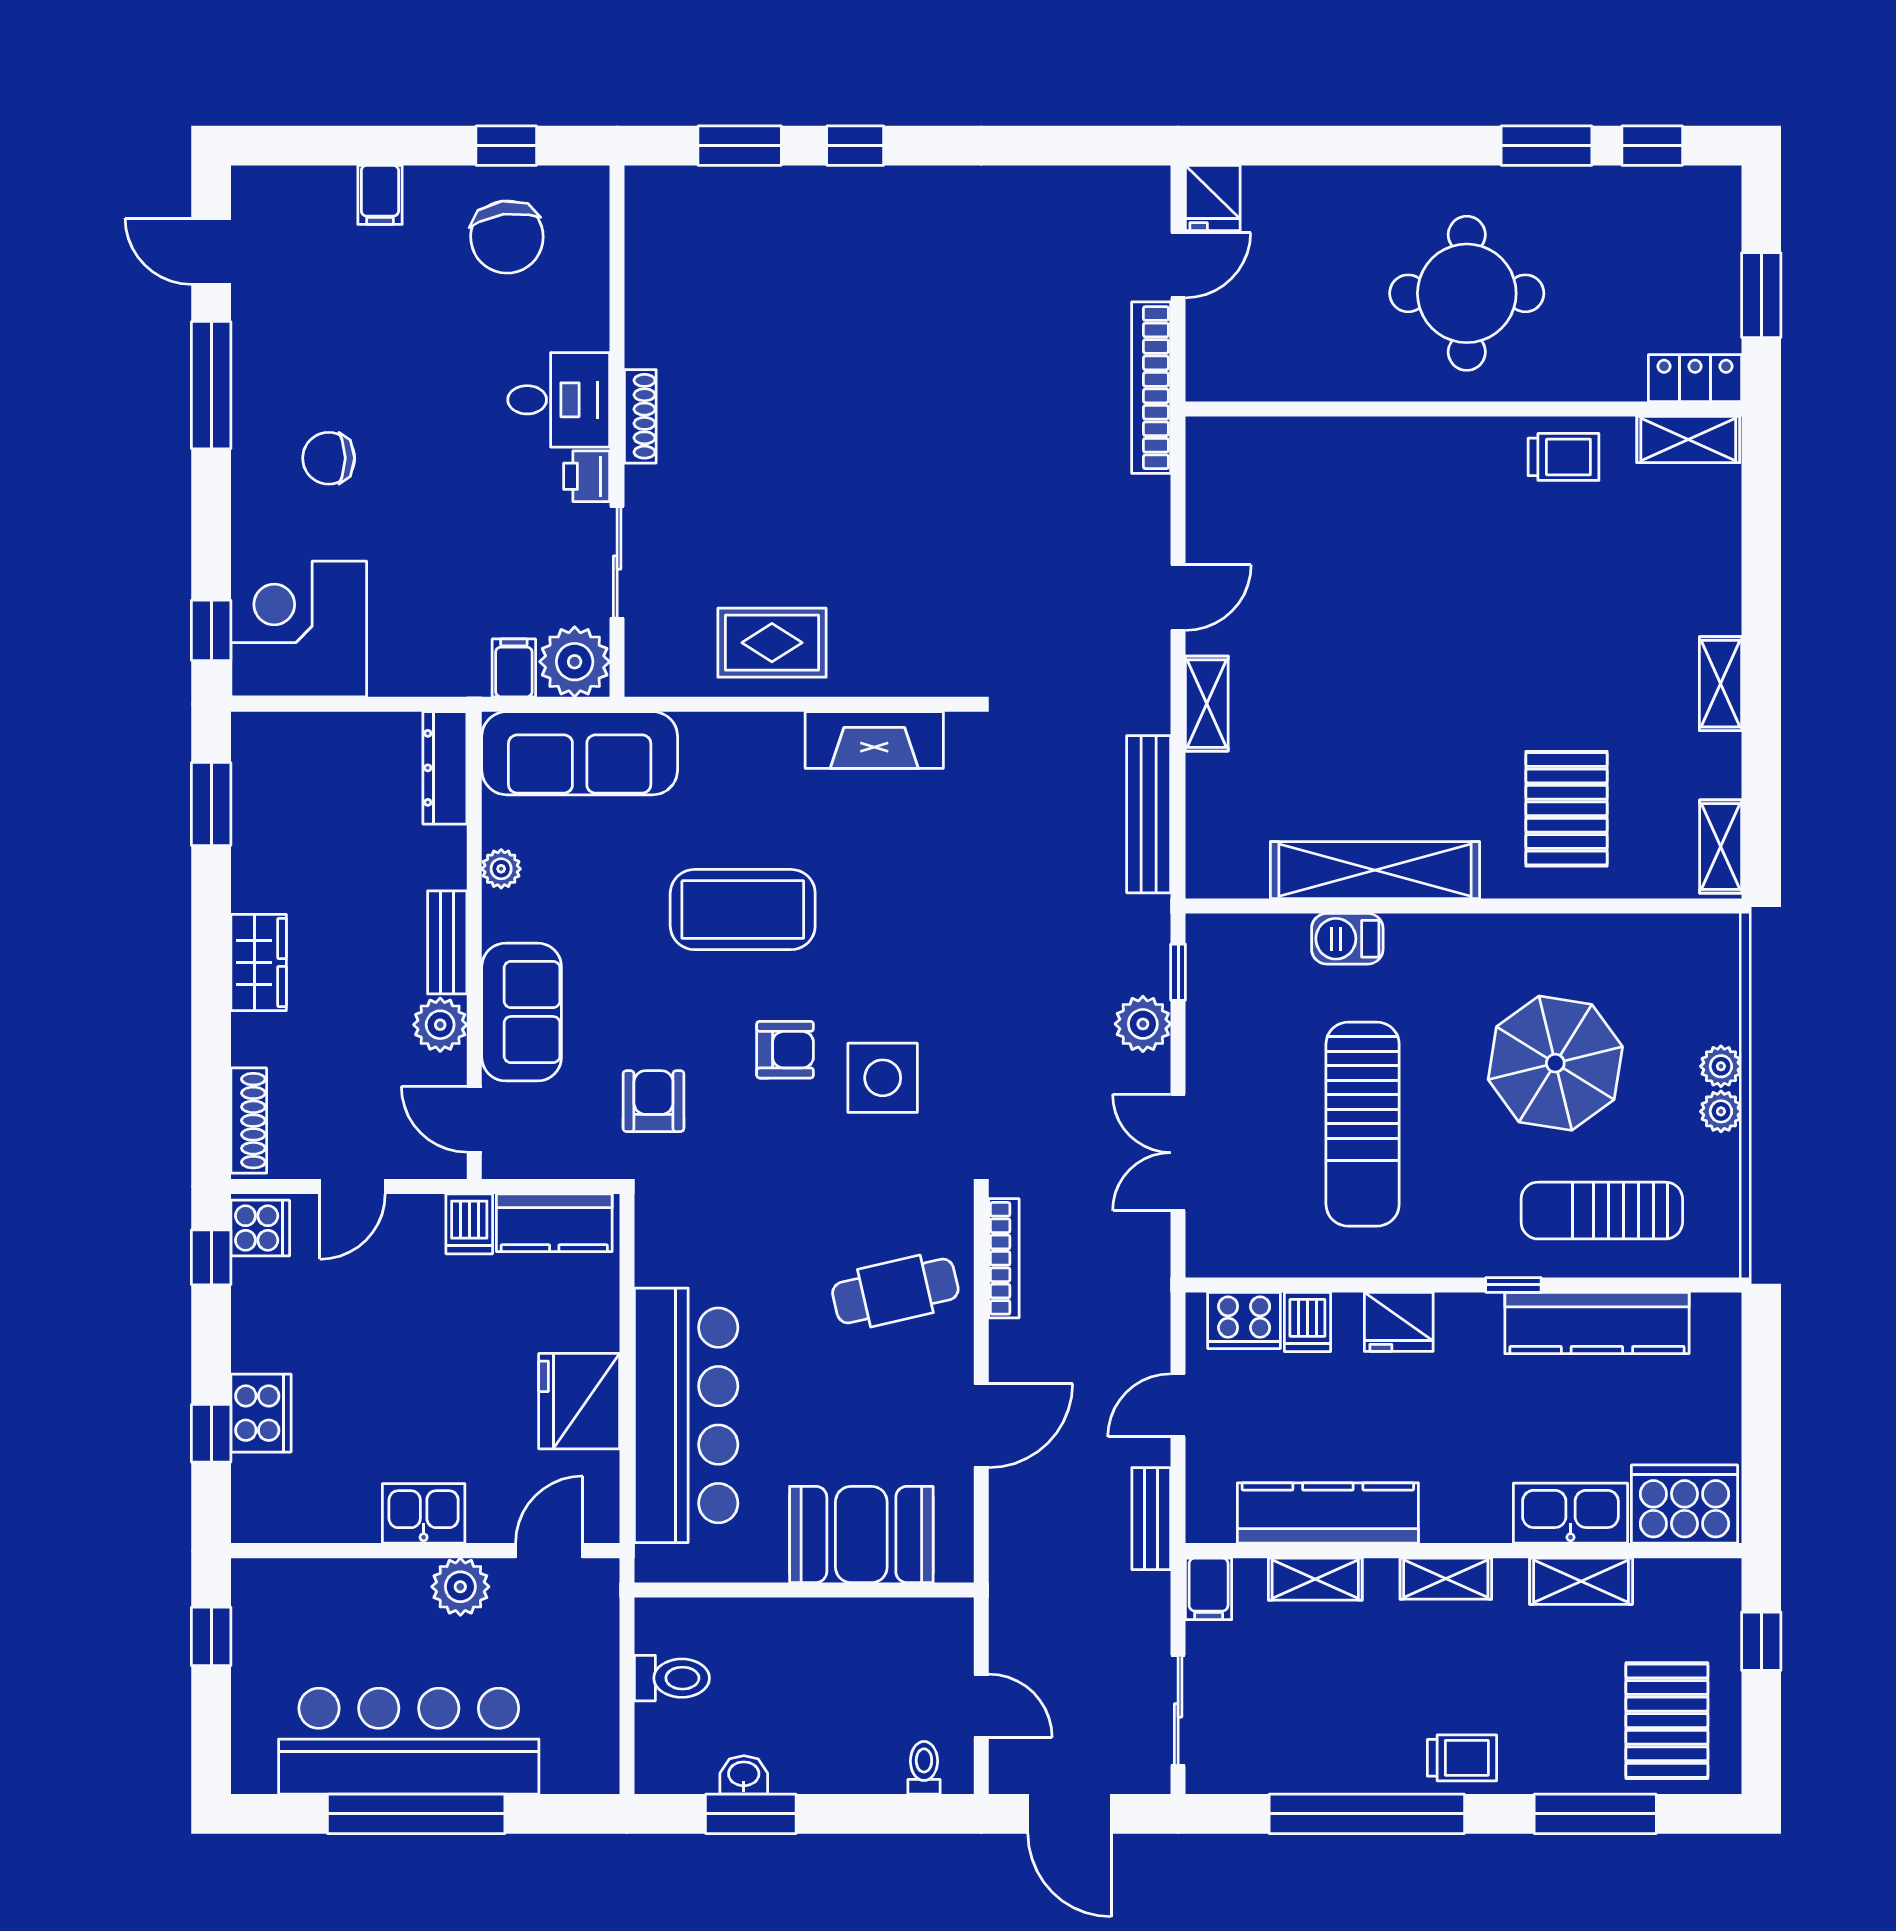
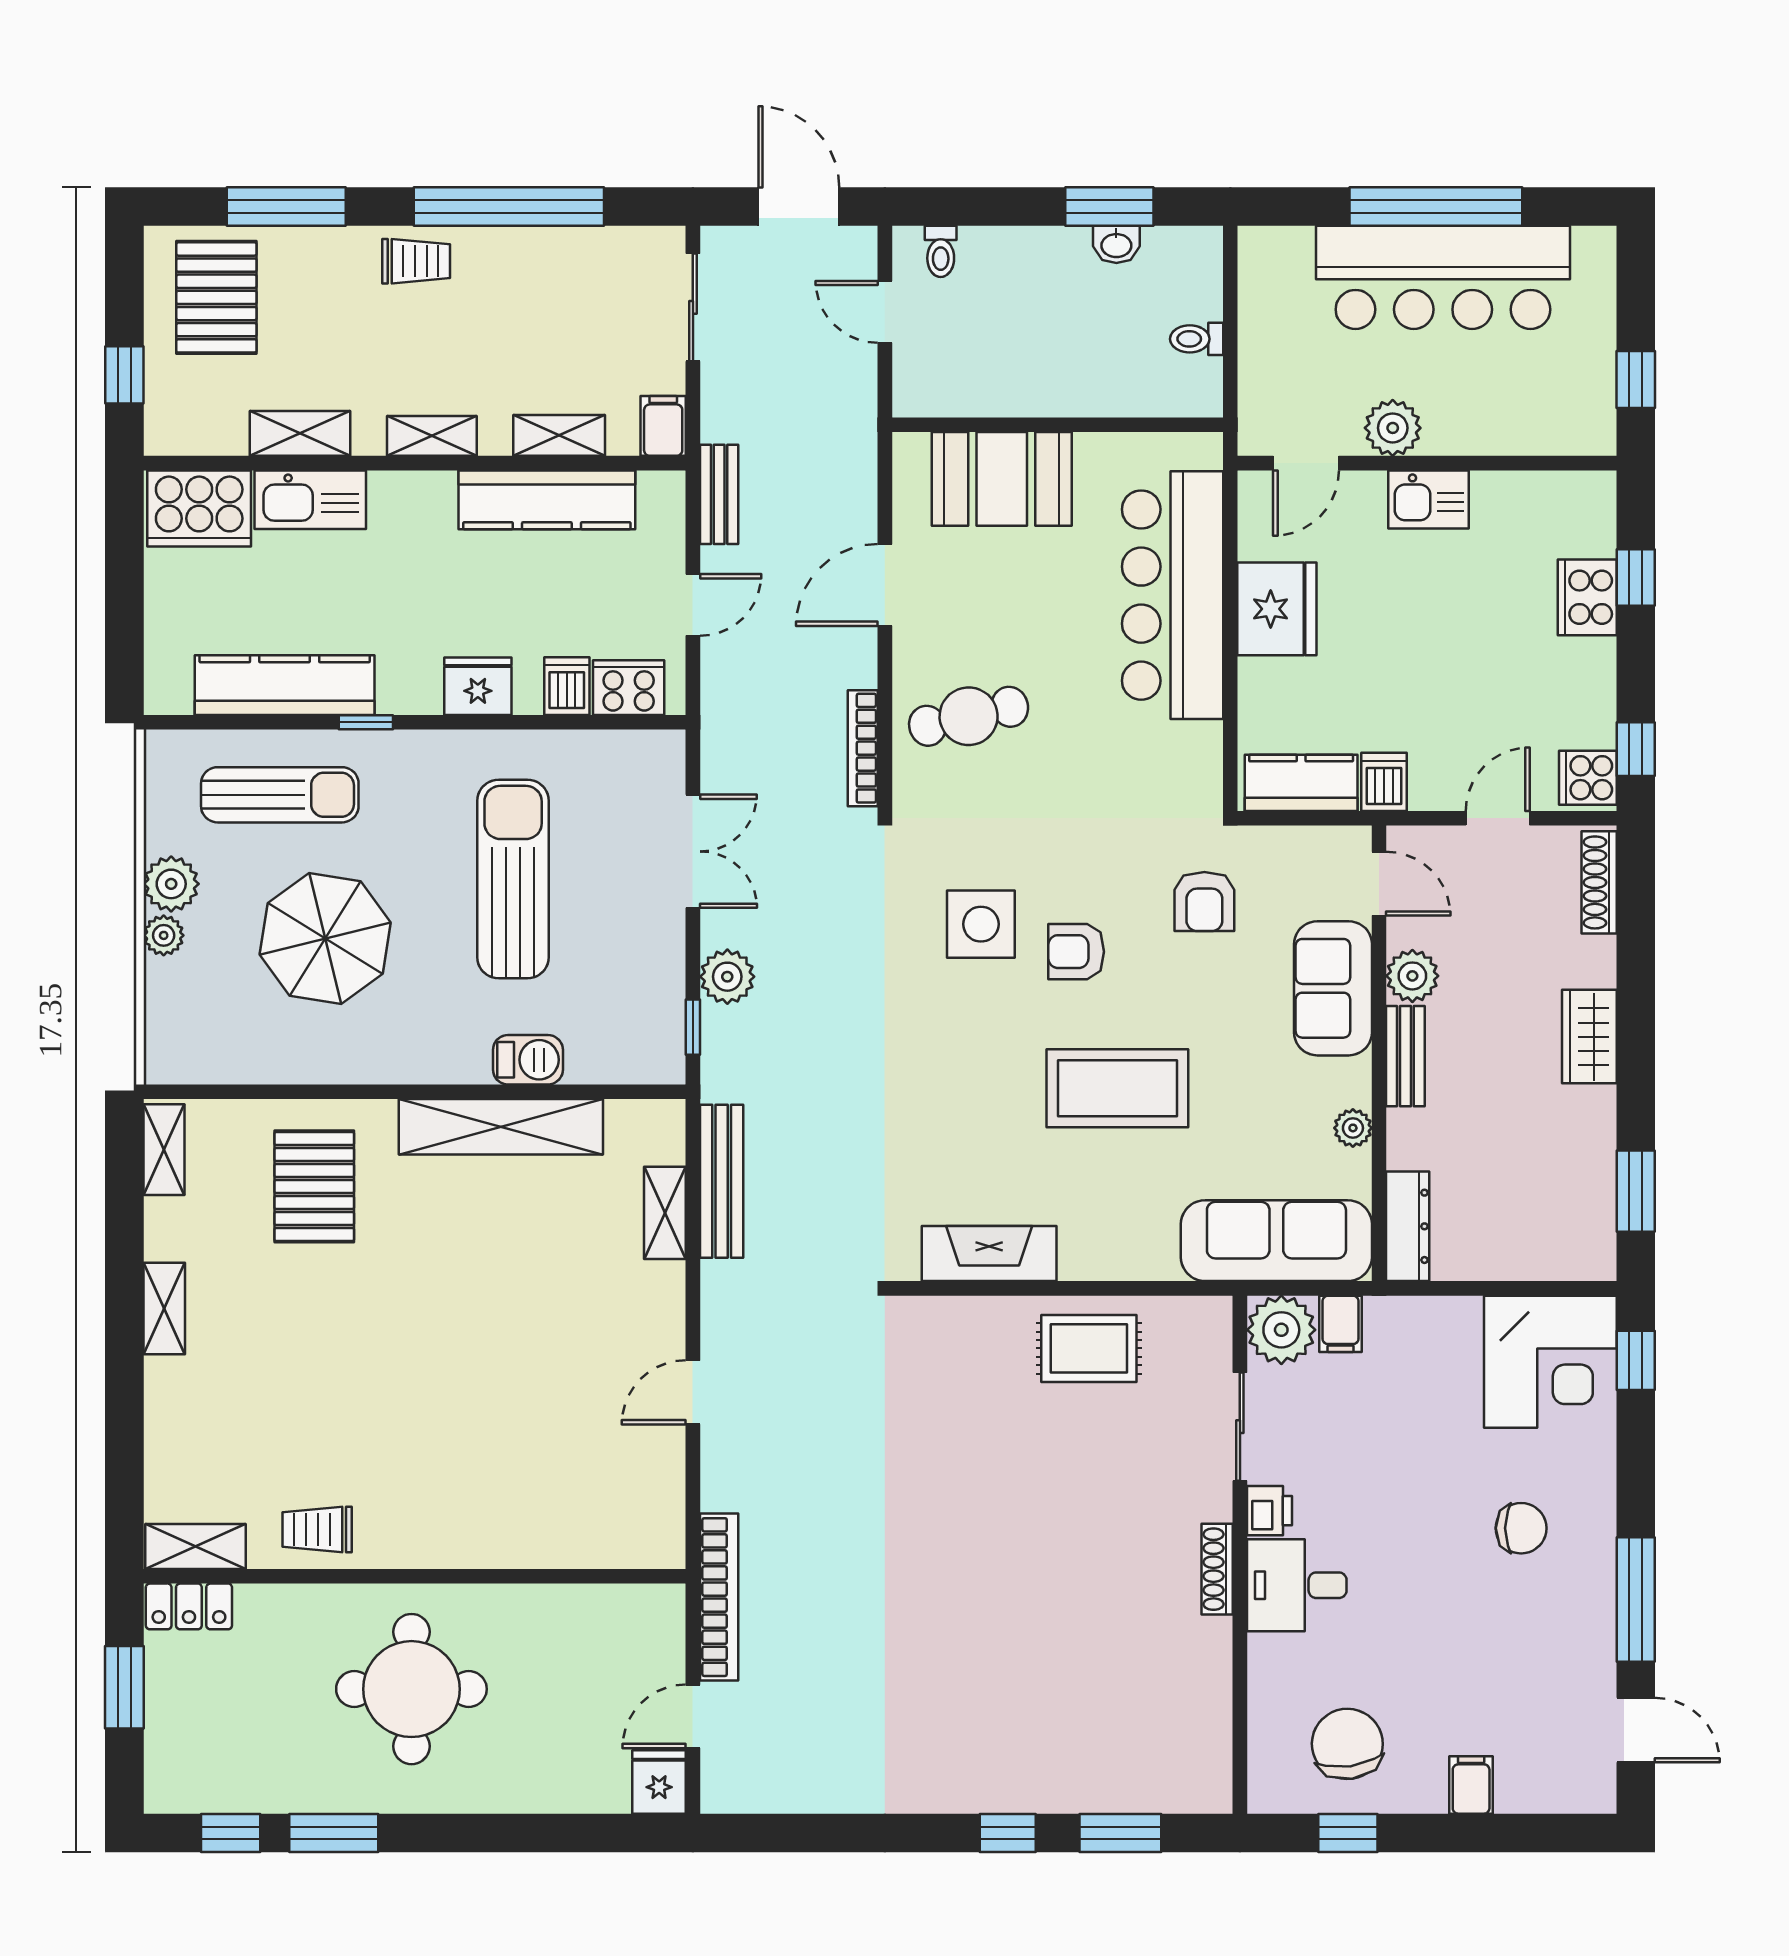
shelving: (1207, 704) -> (665, 1213), moved
plant: (1721, 1111) -> (171, 884), width x1.38, depth x1.38
toilet: (672, 1678) -> (1197, 339), width x0.73, depth x0.72
trolley: (1462, 1758) -> (416, 261), turned 180

